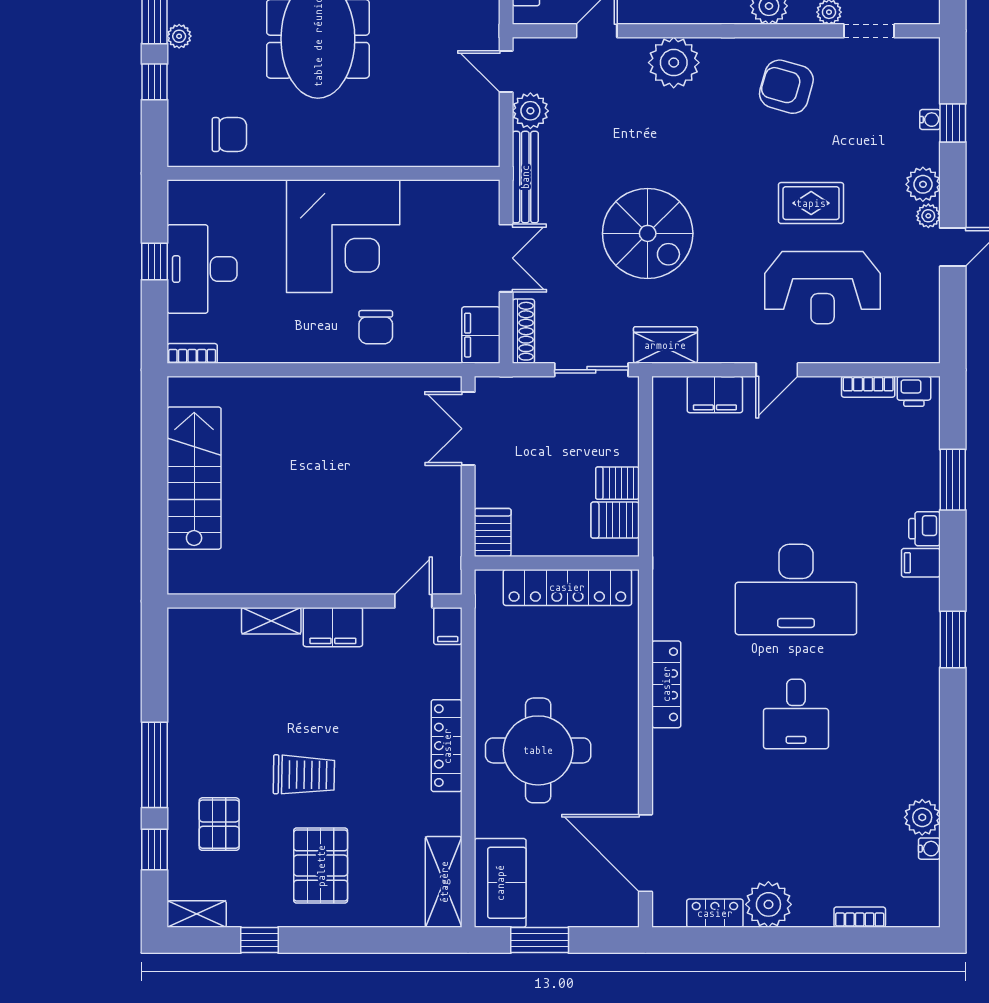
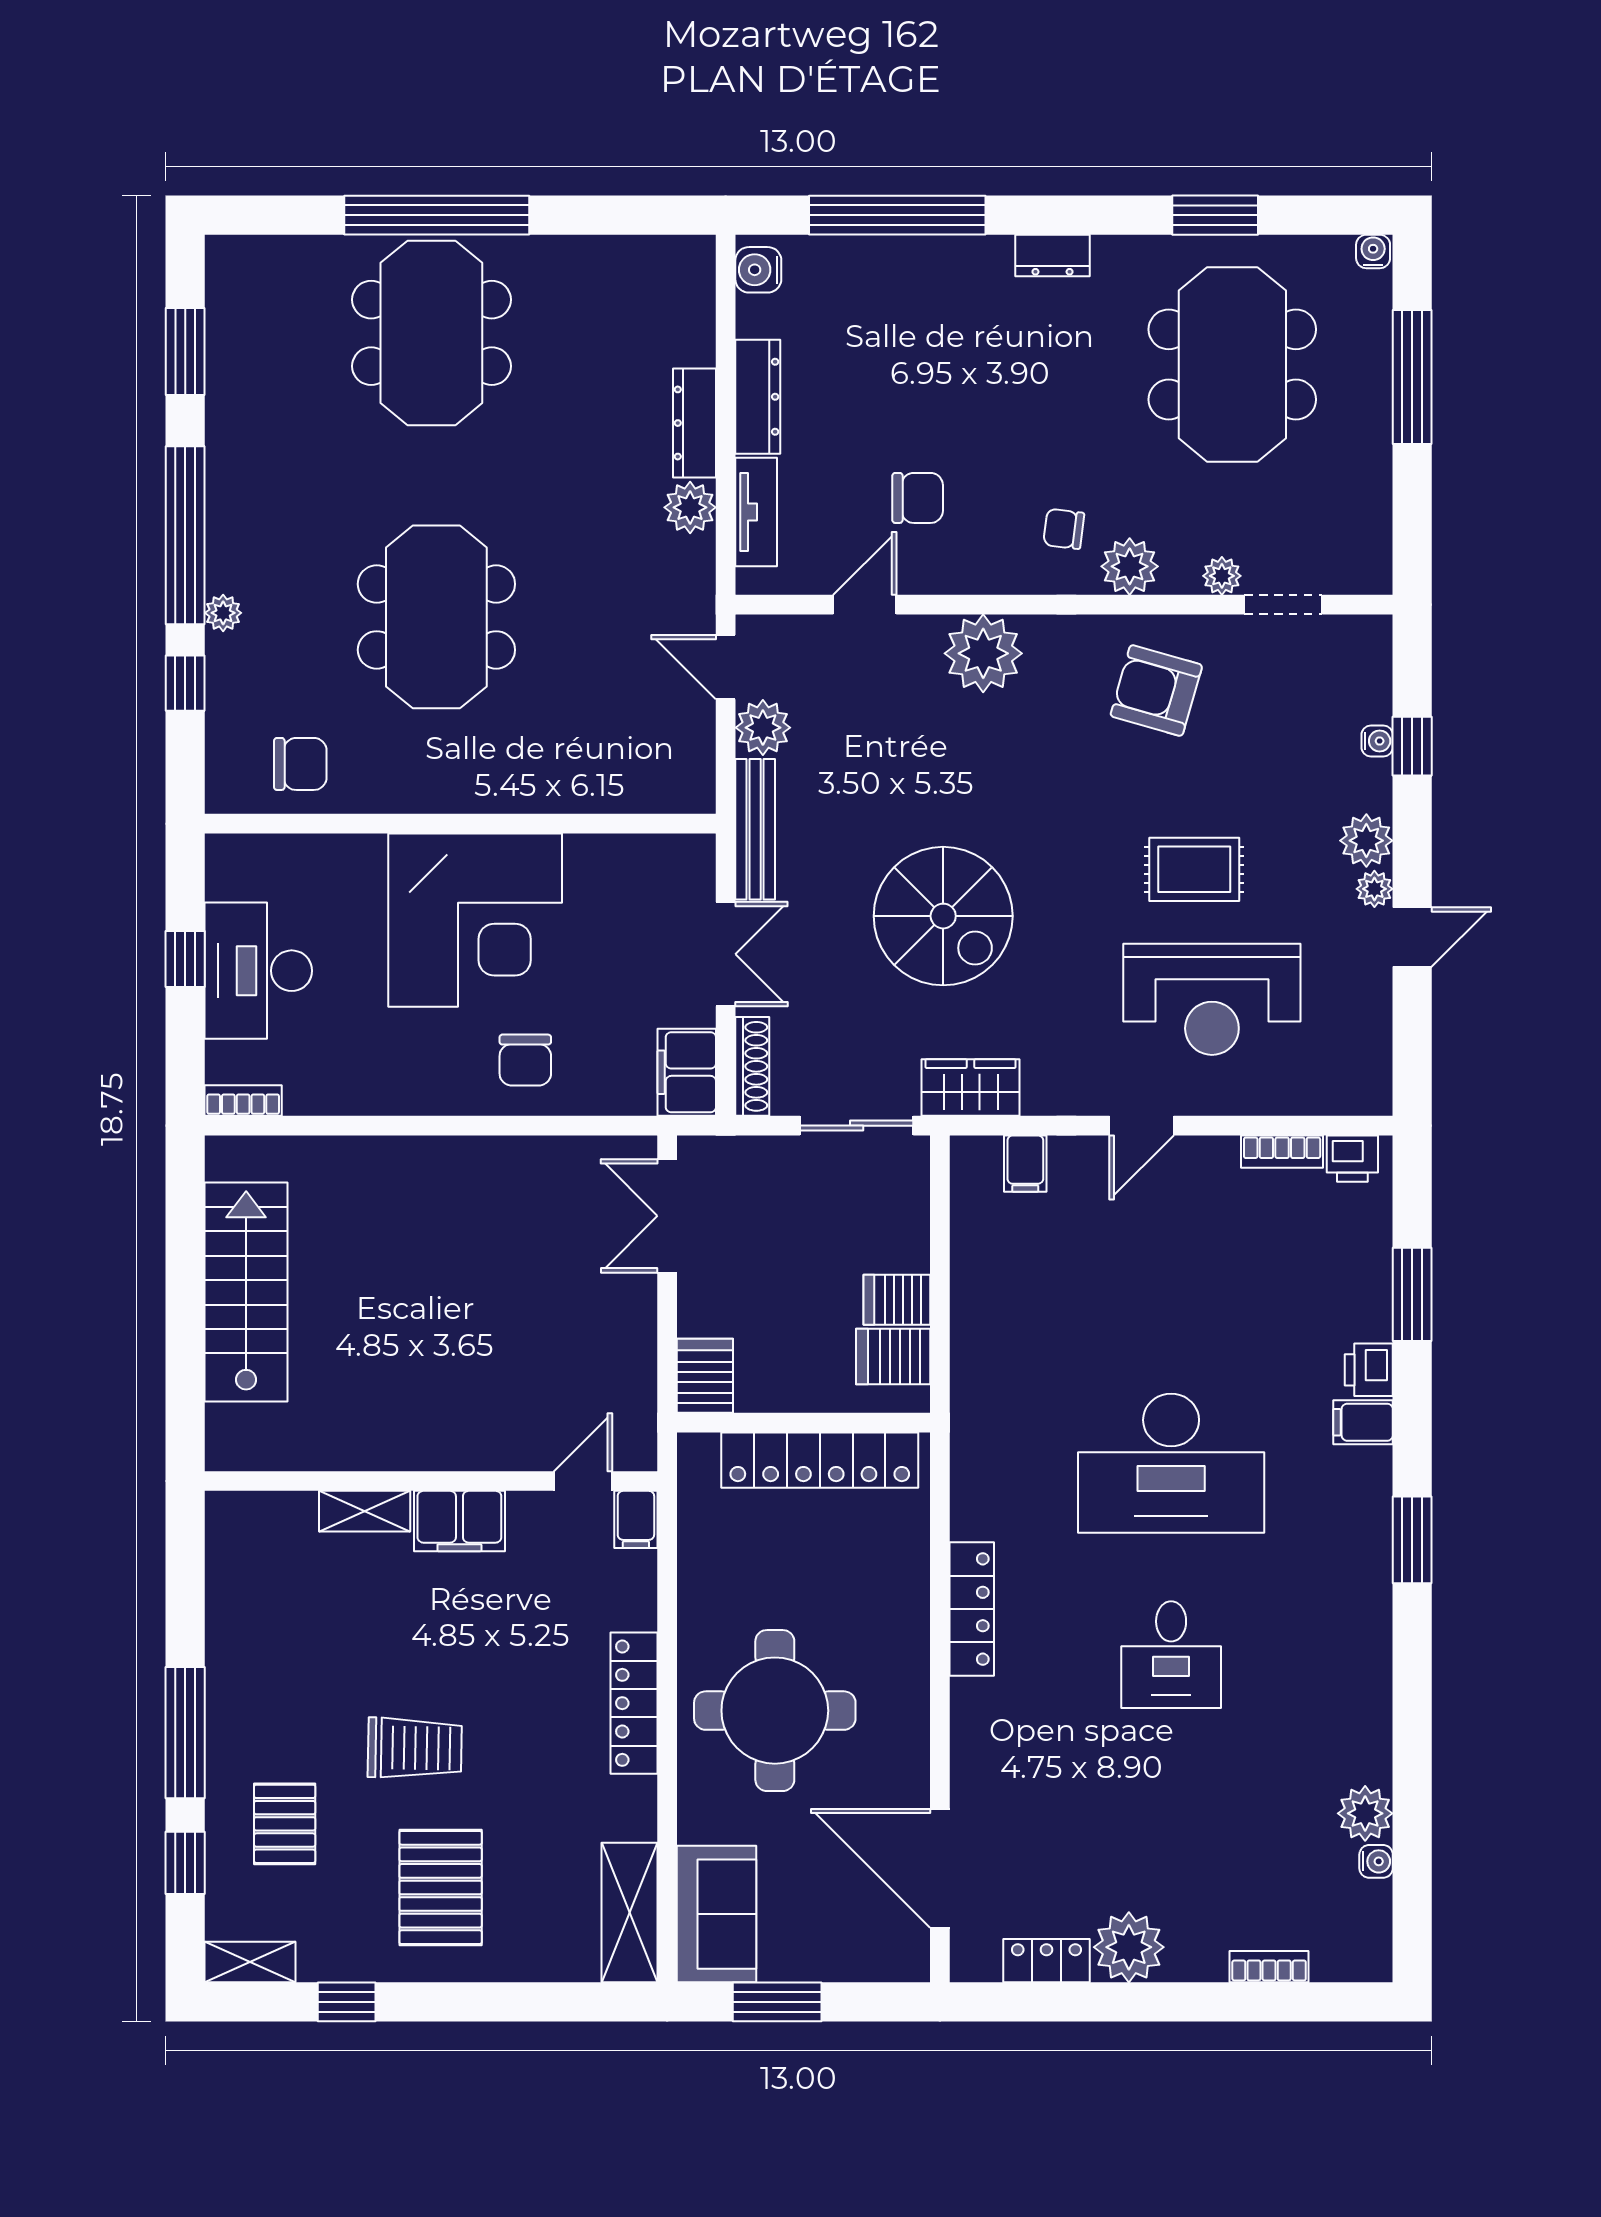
filing cabinet: (715, 394) -> (1025, 1164), width x0.50

